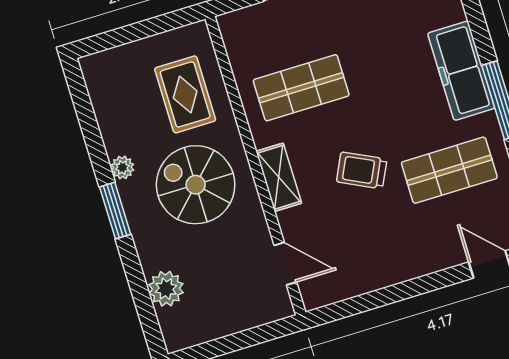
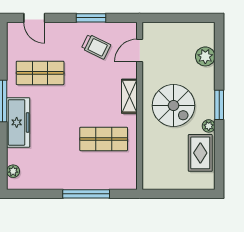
rug: (185, 94) -> (200, 153), moved
trolley: (362, 170) -> (96, 47), moved
door: (285, 264) -> (140, 51), hinge flipped
window: (389, 295) -> (91, 18), added

